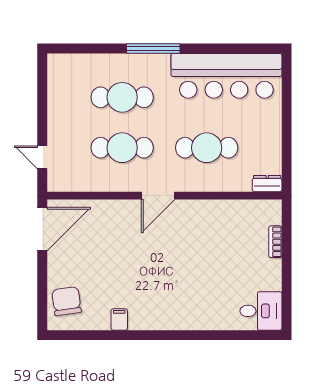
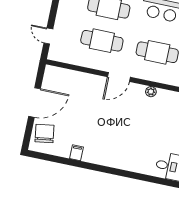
plant: (209, 207) -> (151, 92), added
door: (42, 229) -> (34, 102), moved

